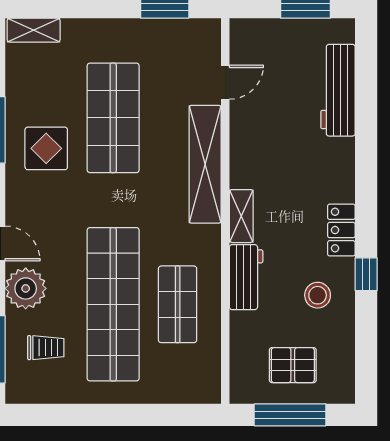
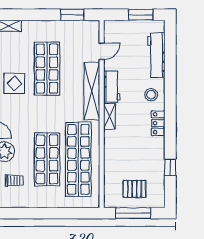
window: (366, 274) -> (170, 167), moved
workbench: (246, 277) -> (112, 87), moved
stool: (318, 295) -> (151, 95), moved
shop shelf: (113, 304) -> (47, 159), width x0.71
shop shelf: (178, 304) -> (78, 159), width x2.00, depth x1.36

